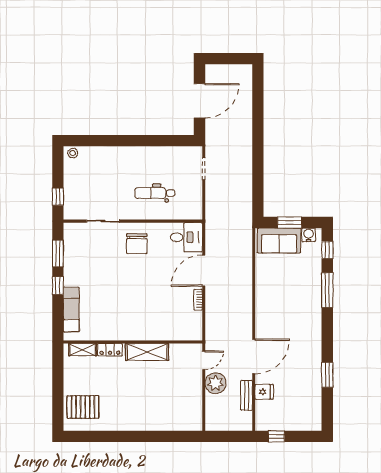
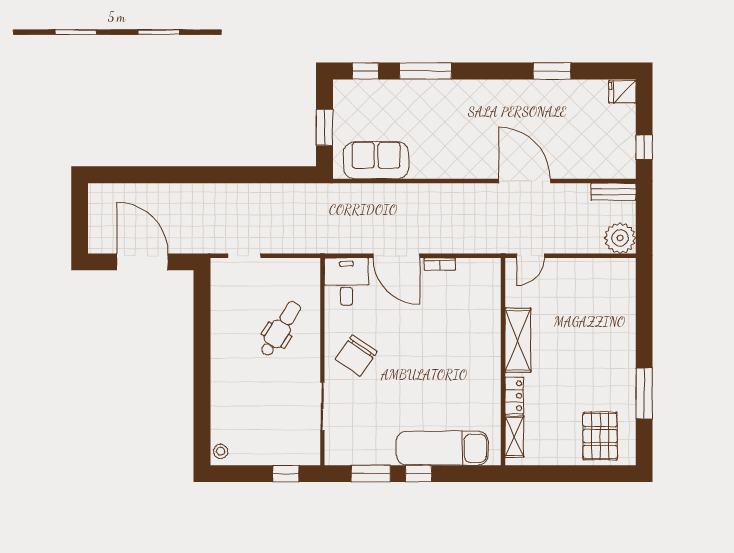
dental chair: (155, 193) -> (280, 329), turned -148
water cooler: (309, 235) -> (343, 99), removed
sofa: (279, 241) -> (376, 160), moved, turned -90
chair: (137, 244) -> (356, 356), turned 125
exam couch: (71, 309) -> (442, 448), width x1.36, depth x1.45
door: (204, 360) -> (530, 256), swing flipped
plant: (216, 383) -> (620, 238), moved
fridge: (264, 392) -> (622, 92), moved, turned -90
bench: (247, 395) -> (613, 192), moved
window: (111, 436) -> (644, 393), added

